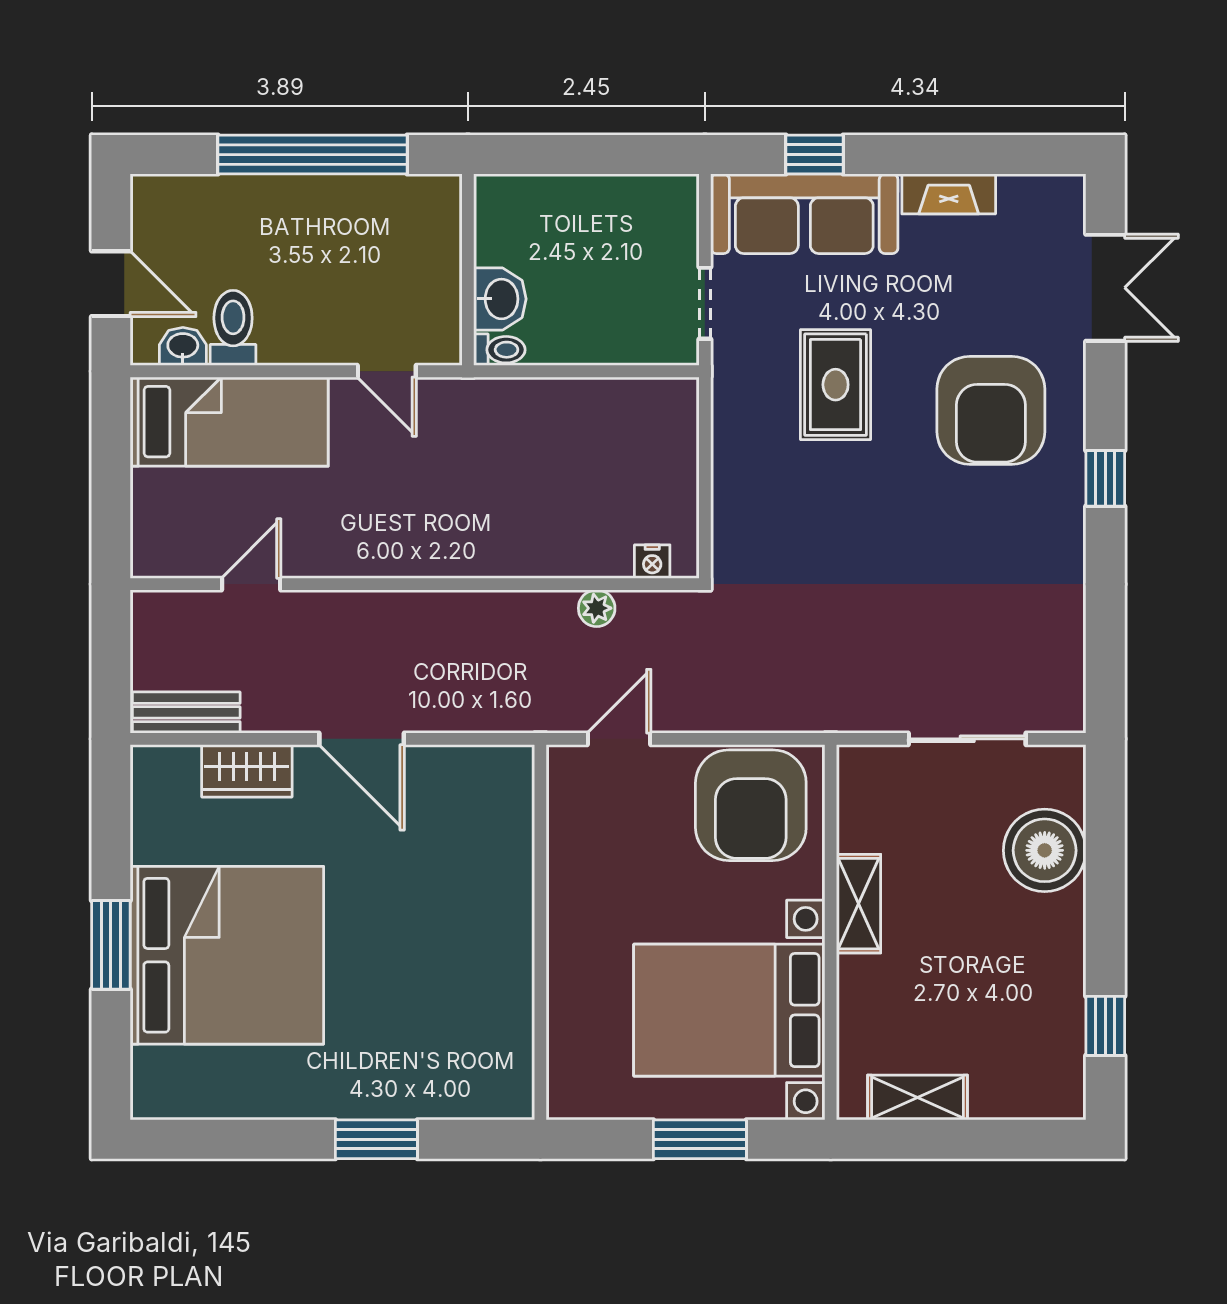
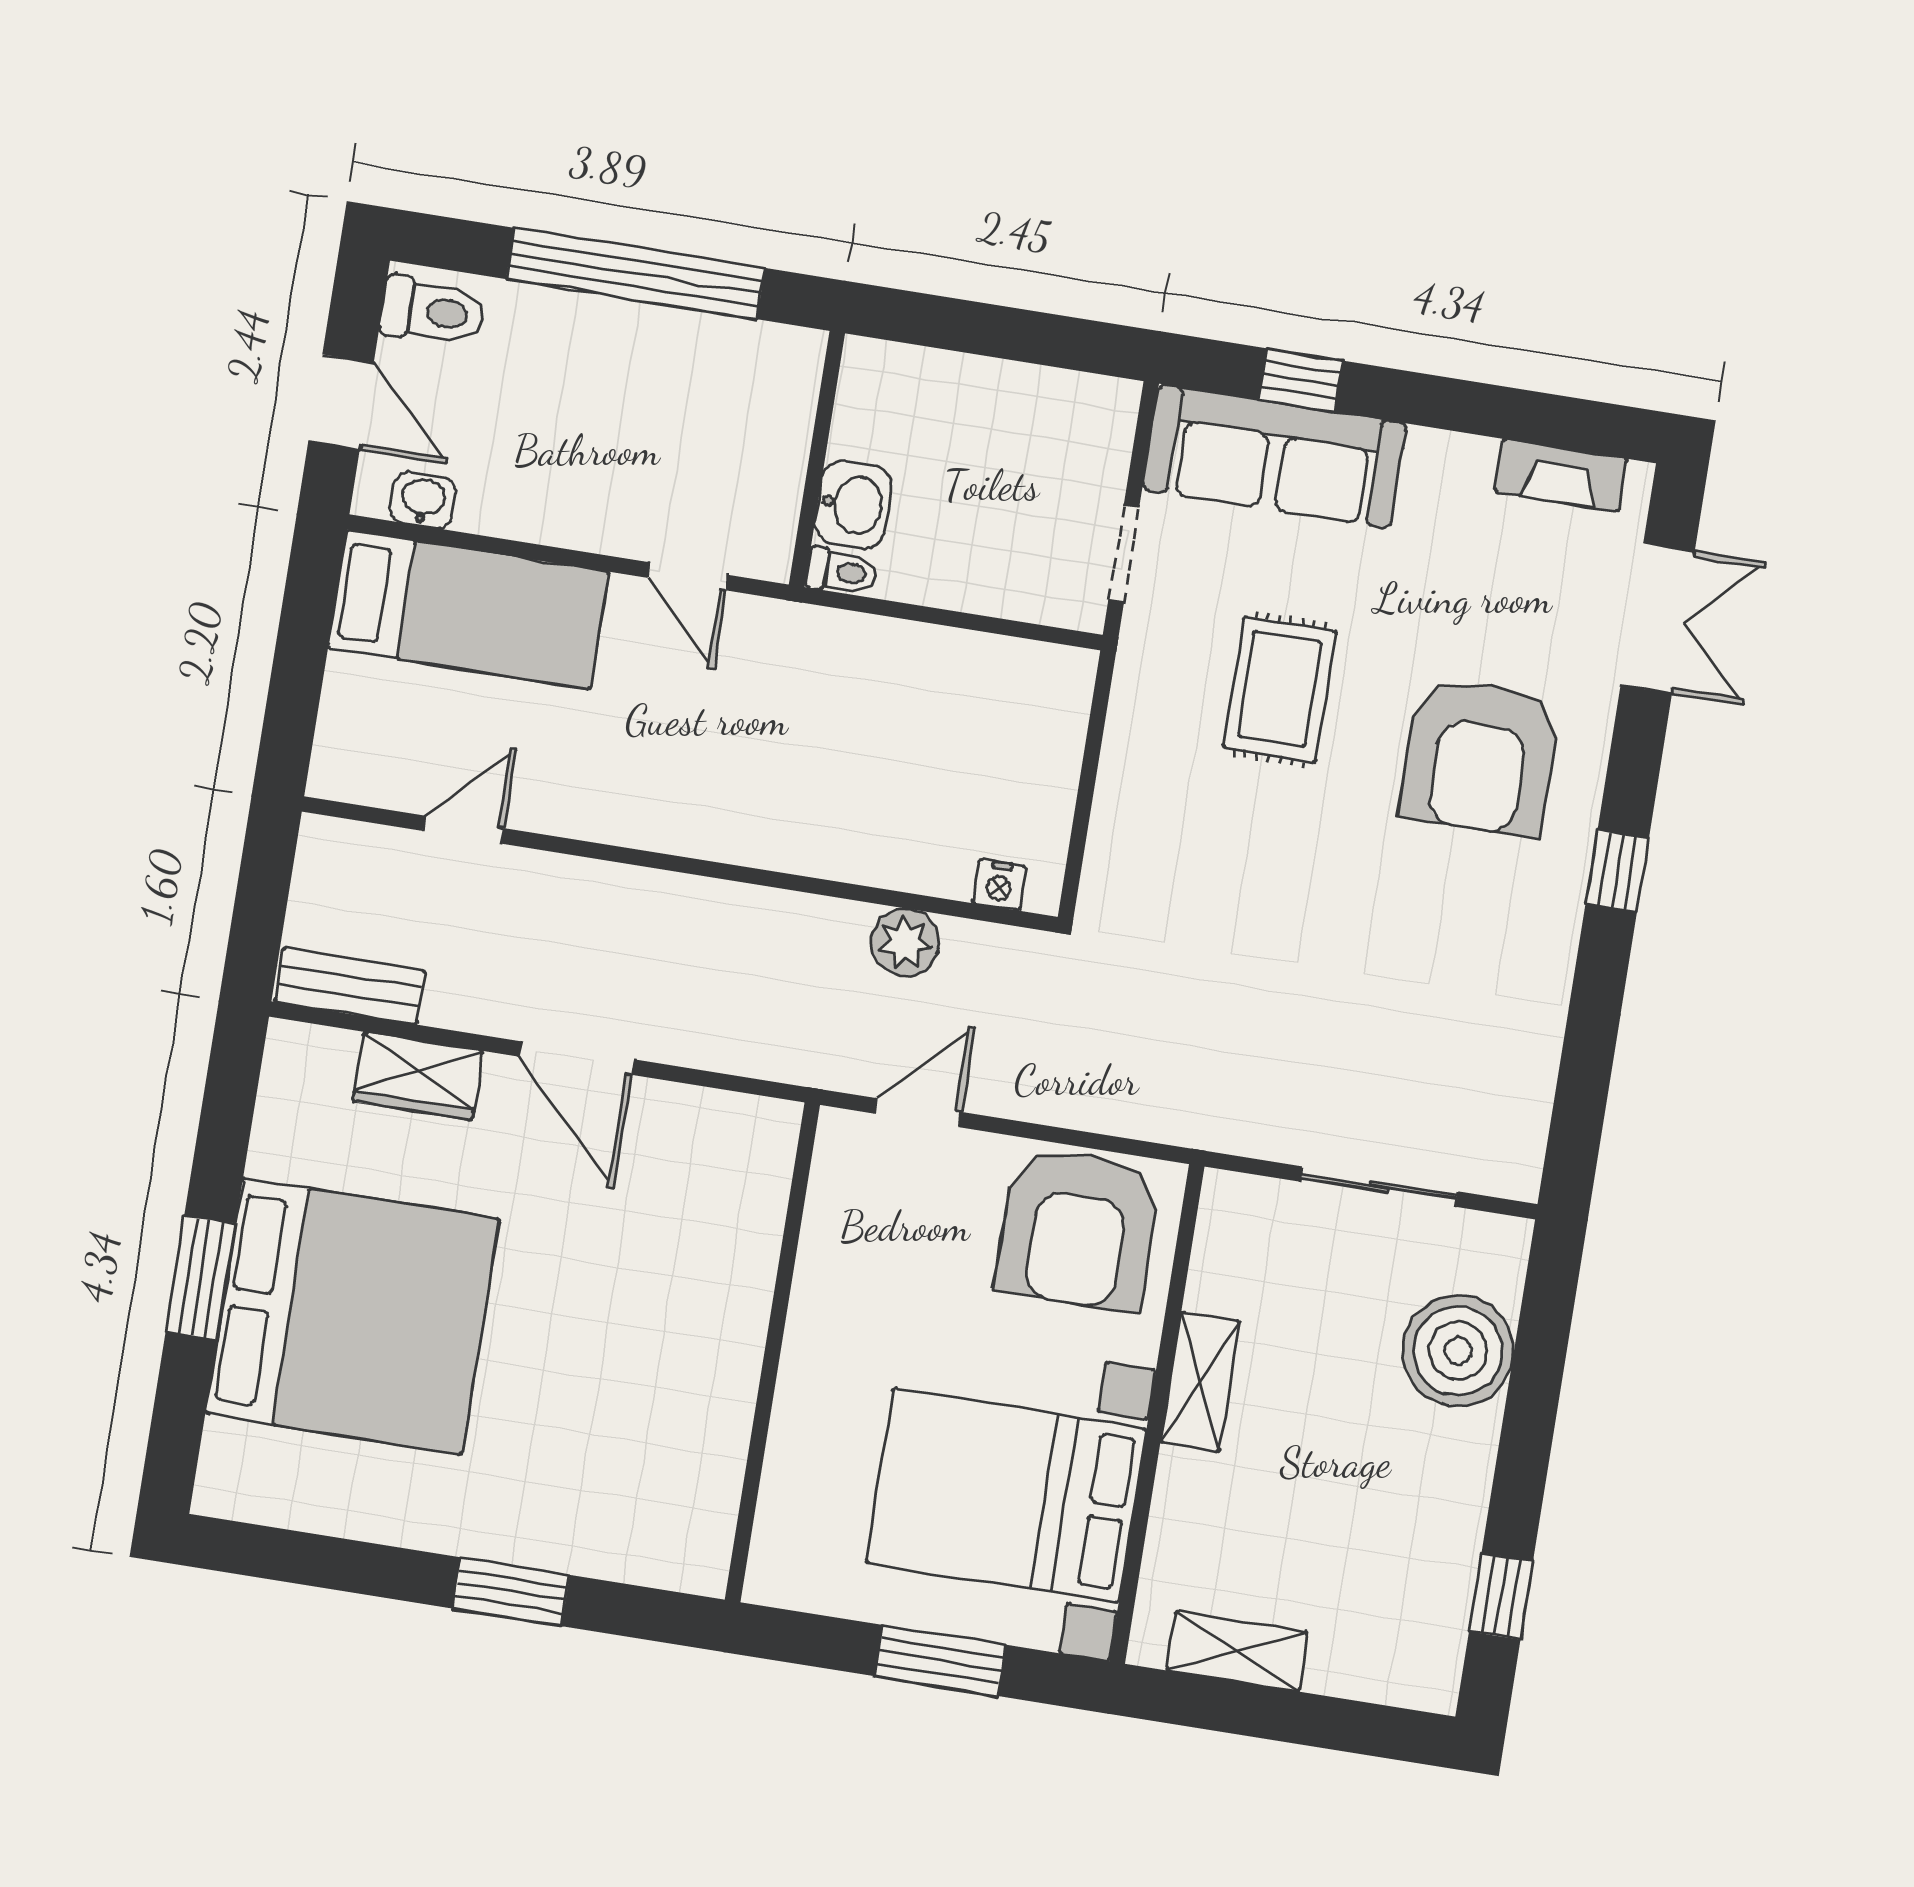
fireplace: (949, 194) -> (1561, 475), moved
toilet: (233, 328) -> (433, 311), moved, turned 90
plant: (597, 608) -> (905, 943), width x1.38, depth x1.38

